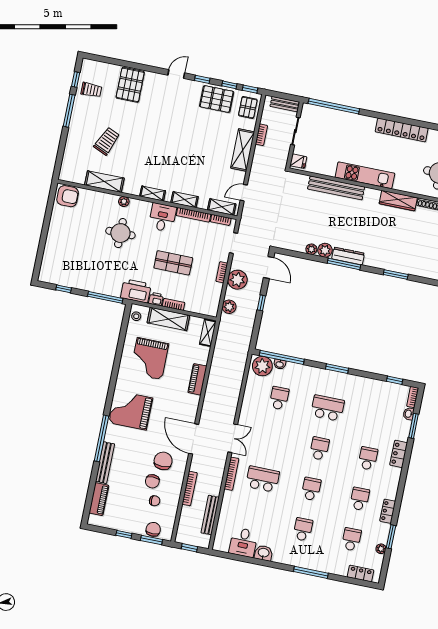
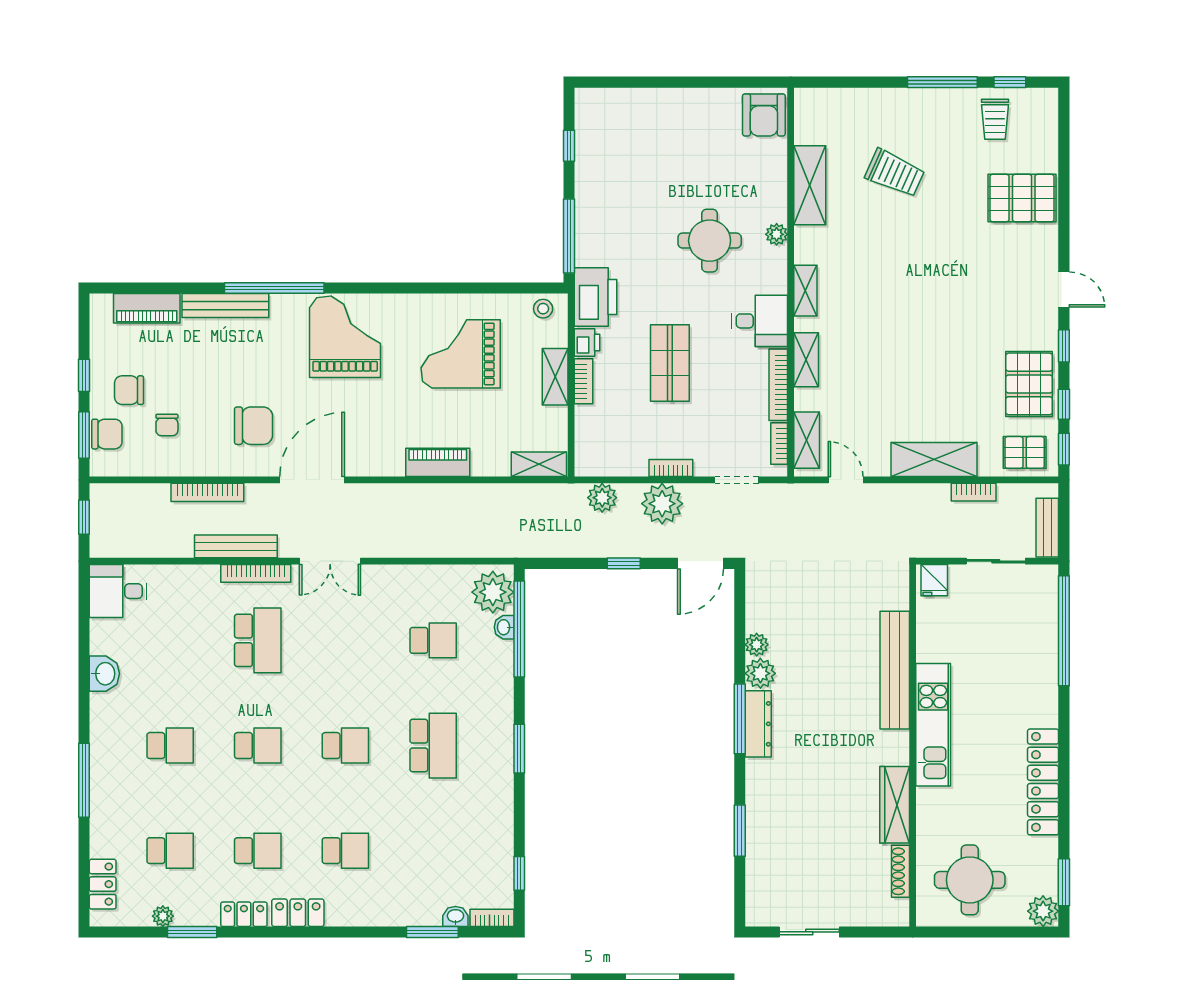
shelving: (168, 319) -> (555, 377), width x0.67, depth x0.75
locker: (399, 454) -> (298, 913), moved
chair: (152, 481) -> (129, 390), moved
bench: (210, 515) -> (236, 546), moved
desk: (243, 542) -> (118, 591), moved

